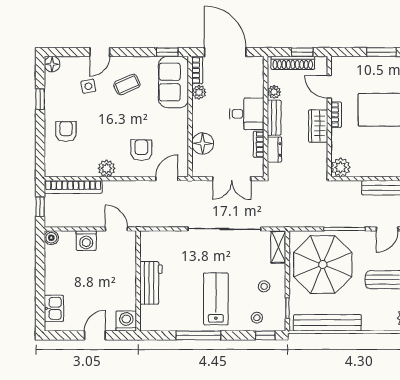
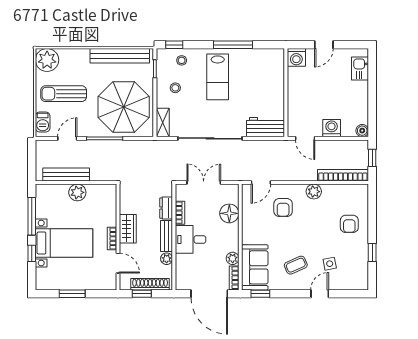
floor lamp: (52, 64) -> (362, 283), removed
plant: (341, 167) -> (77, 192), moved
workbench: (151, 283) -> (266, 127), moved, turned 90

